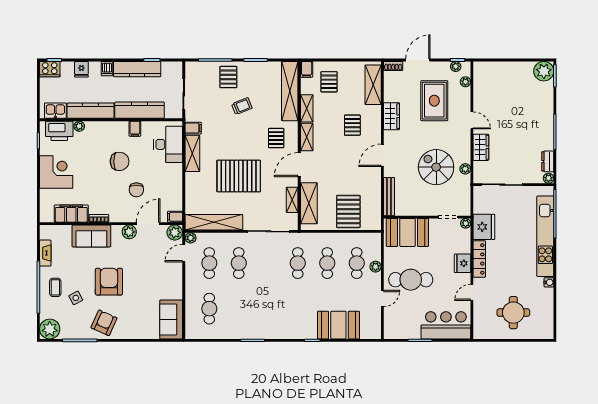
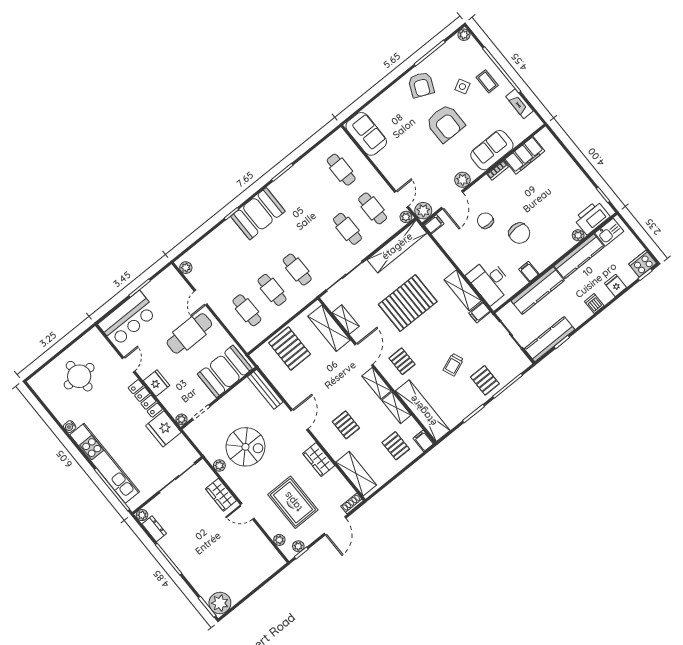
kitchen counter: (137, 69) -> (549, 339), moved
chair: (120, 161) -> (519, 233), turned -90
corner desk: (56, 172) -> (566, 180), removed
plant: (376, 267) -> (186, 268), moved
booth: (338, 325) -> (258, 214), moved
plant: (50, 329) -> (464, 35), width x0.53, depth x0.53

